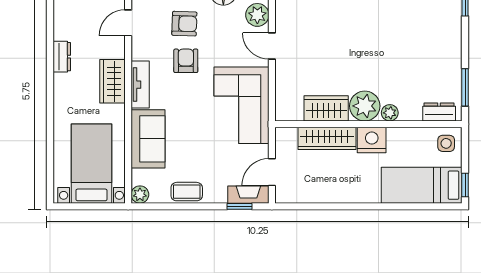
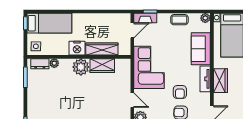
plant: (390, 113) -> (54, 63), moved

